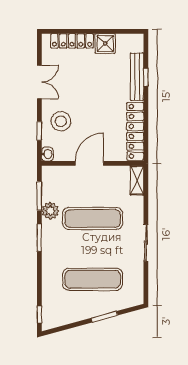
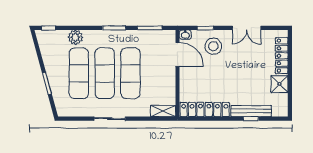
door: (89, 163) -> (177, 54), moved
plant: (50, 211) -> (75, 37), moved
exercise mat: (93, 249) -> (105, 73), added

